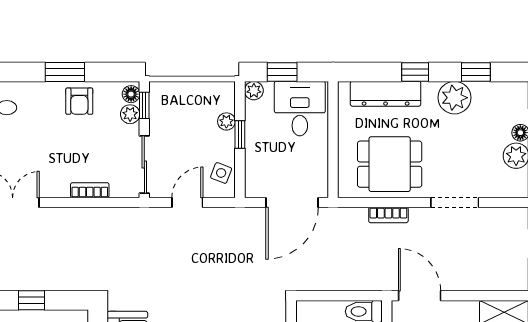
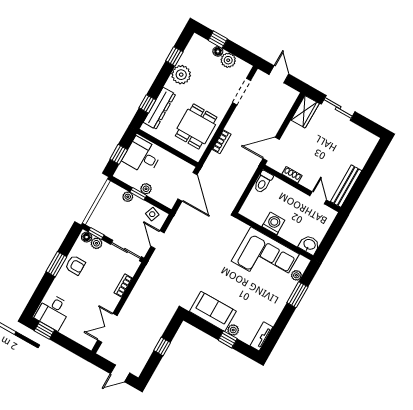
window: (415, 72) -> (147, 104), moved
plant: (254, 91) -> (146, 189), moved
doorway: (455, 202) -> (242, 92), moved

